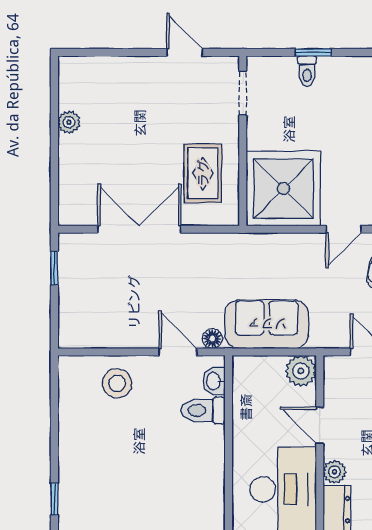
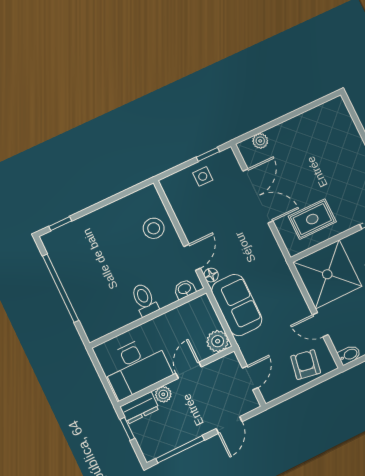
plant: (69, 122) -> (260, 141), moved
side table: (80, 288) -> (203, 176), added
toilet: (203, 410) -> (144, 300), moved

